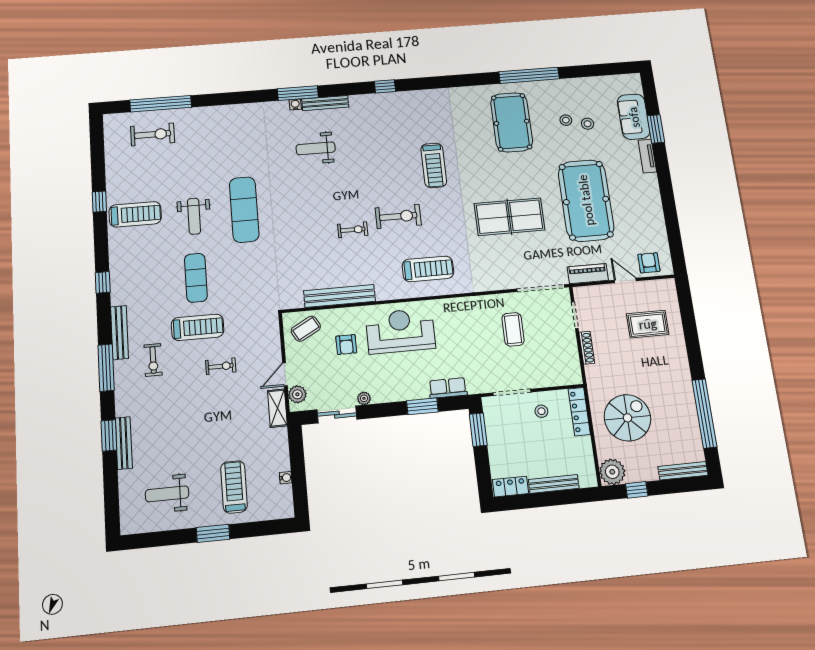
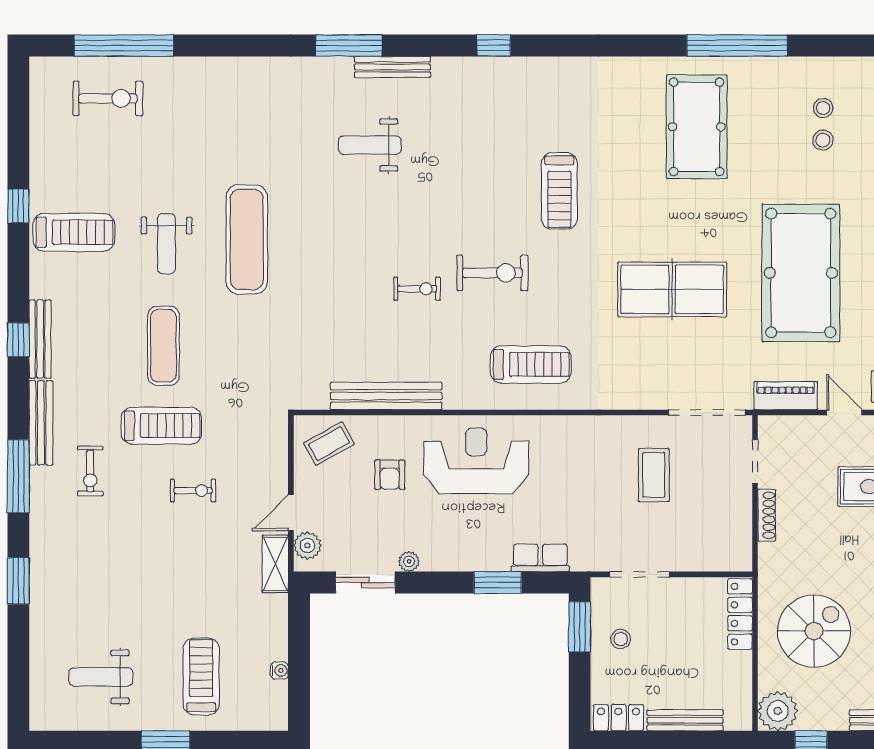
water cooler: (295, 105) -> (343, 66), removed
stool: (566, 120) -> (823, 108), moved
stool: (541, 411) -> (621, 639), moved
bench: (124, 443) -> (40, 339), moved

